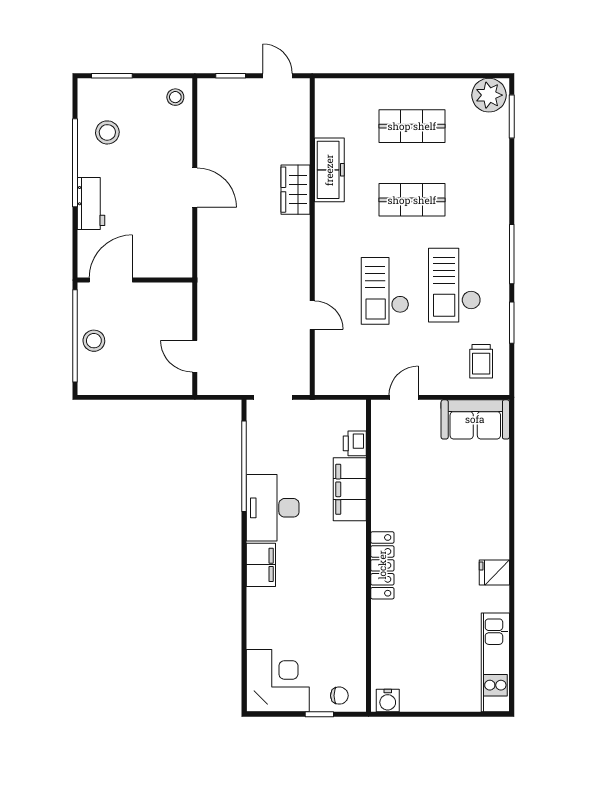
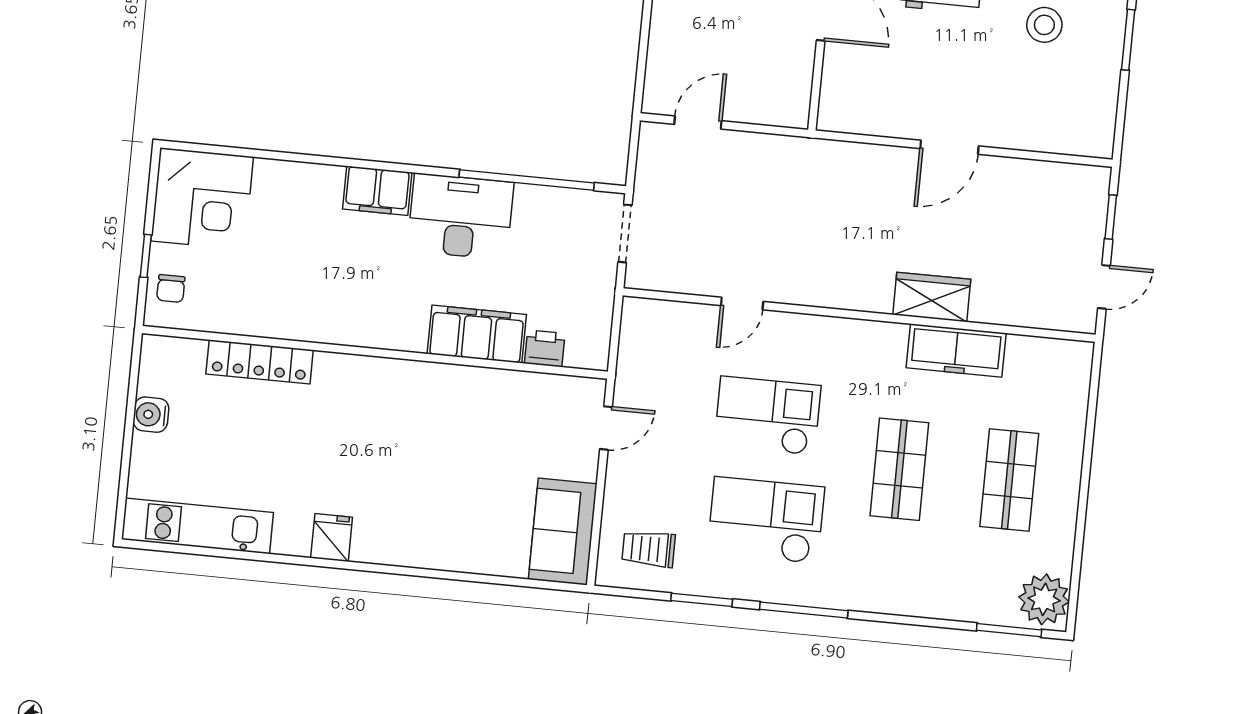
stool: (175, 97) -> (1087, 131), removed
door: (404, 397) -> (606, 428), hinge flipped
locker: (382, 565) -> (260, 362), moved
water cooler: (388, 701) -> (151, 415), moved

